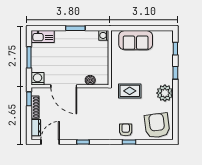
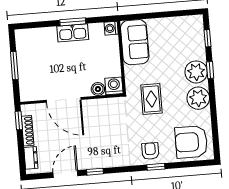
kitchen sink: (43, 37) -> (73, 33), moved
sofa: (136, 40) -> (135, 42), moved, turned -90
plant: (165, 73) -> (196, 72), added
washing machine: (37, 79) -> (114, 86), moved
rug: (130, 91) -> (151, 99), turned 90
armchair: (157, 125) -> (191, 142), turned -83
door: (50, 142) -> (65, 174), moved

